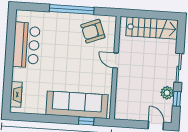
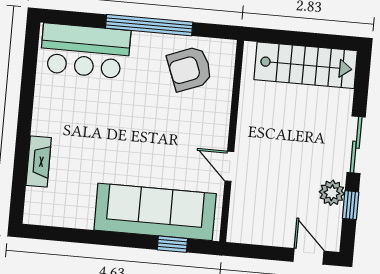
bar counter: (26, 45) -> (85, 51), moved, turned 90
door: (116, 60) -> (229, 166), moved
fireplace: (16, 94) -> (39, 161), moved

